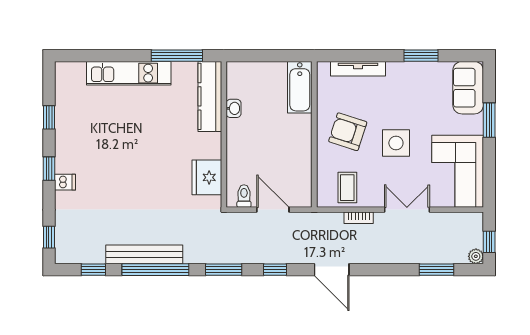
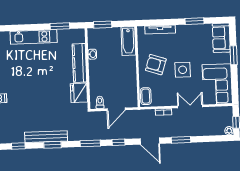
window: (177, 56) -> (60, 26), width x0.69
window: (254, 56) -> (103, 25), added
kitchen counter: (210, 96) -> (80, 63), moved
coffee table: (347, 188) -> (146, 96), moved
door: (273, 210) -> (116, 109), swing flipped
window: (155, 270) -> (53, 145), width x0.47
window: (437, 270) -> (181, 140), moved

